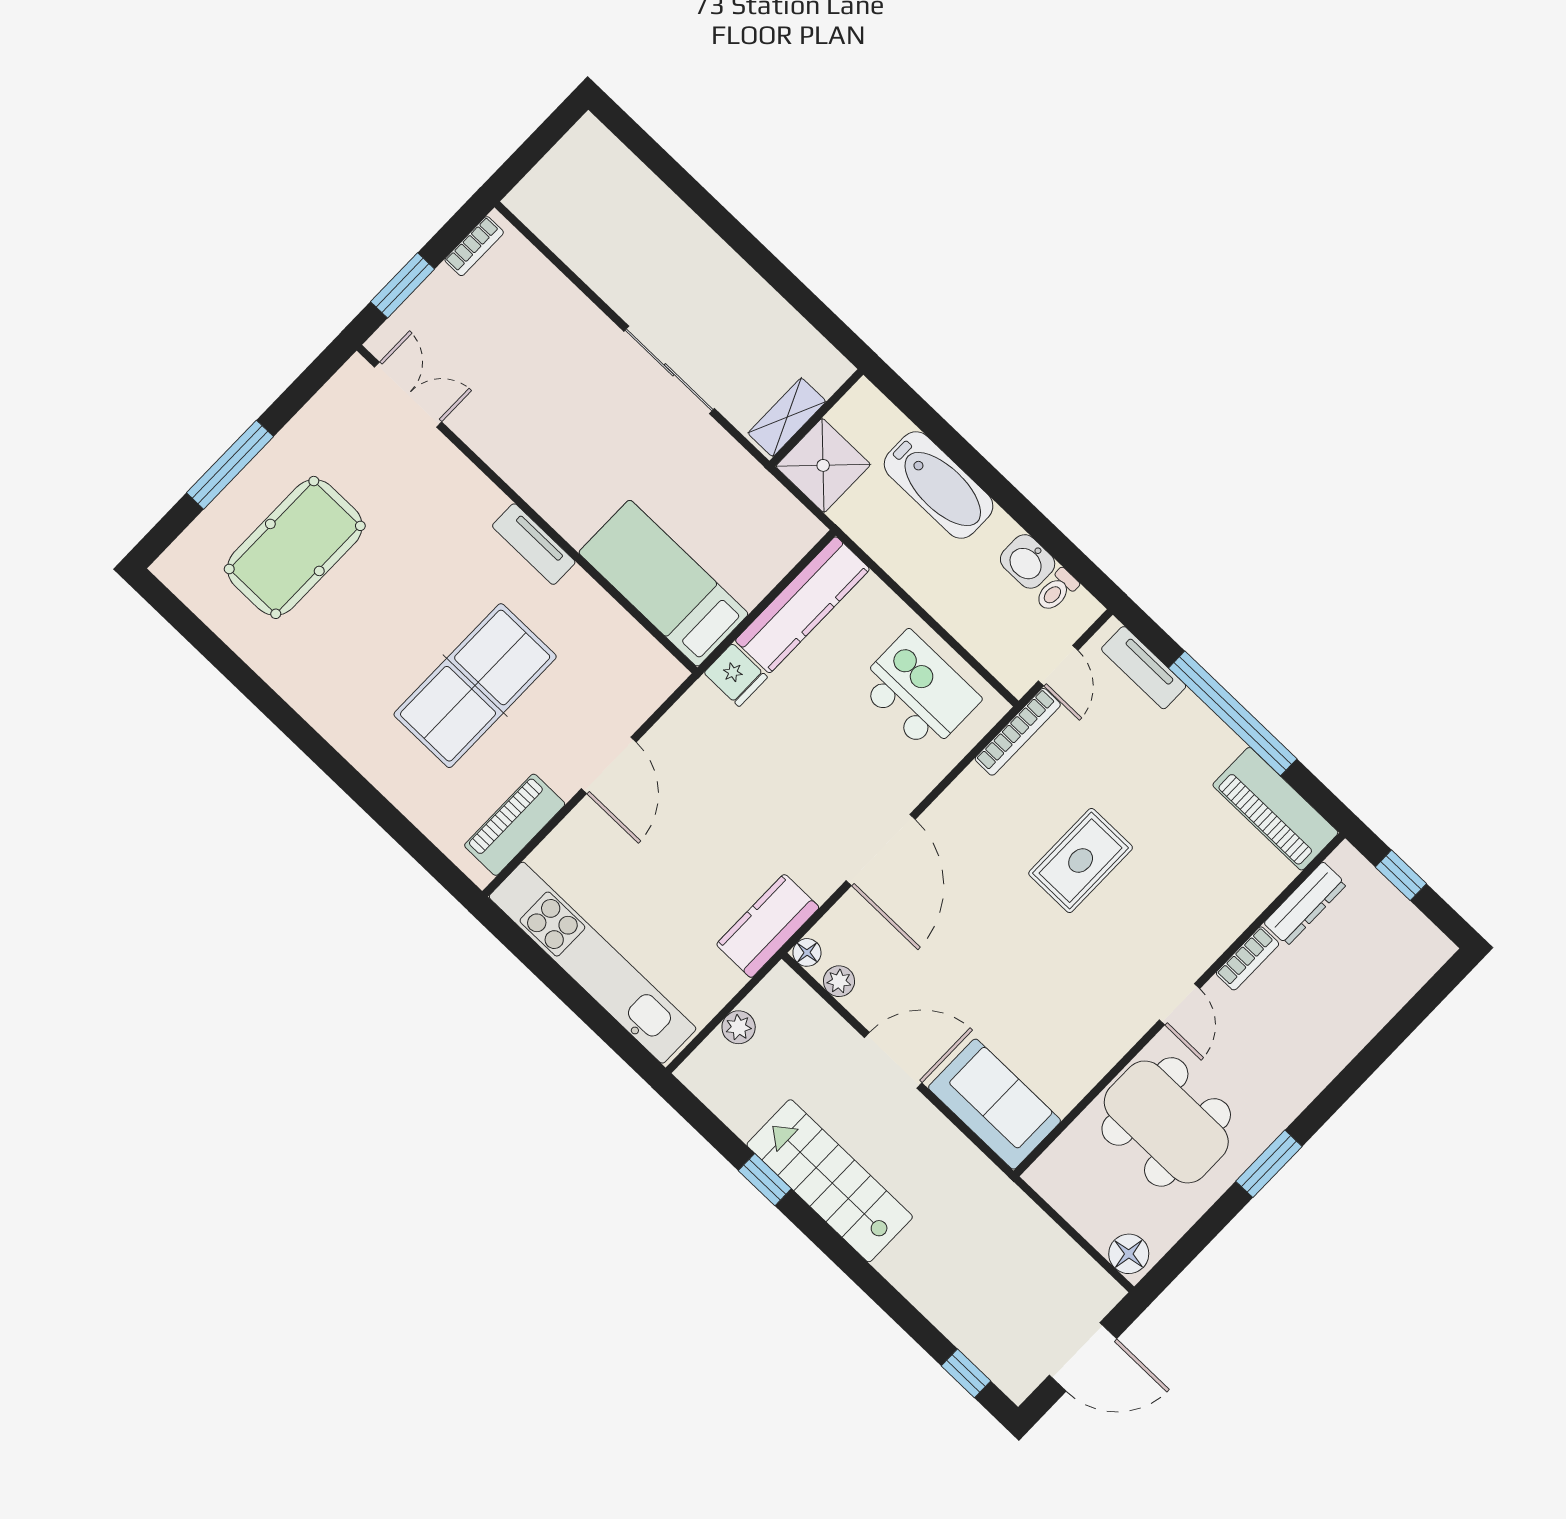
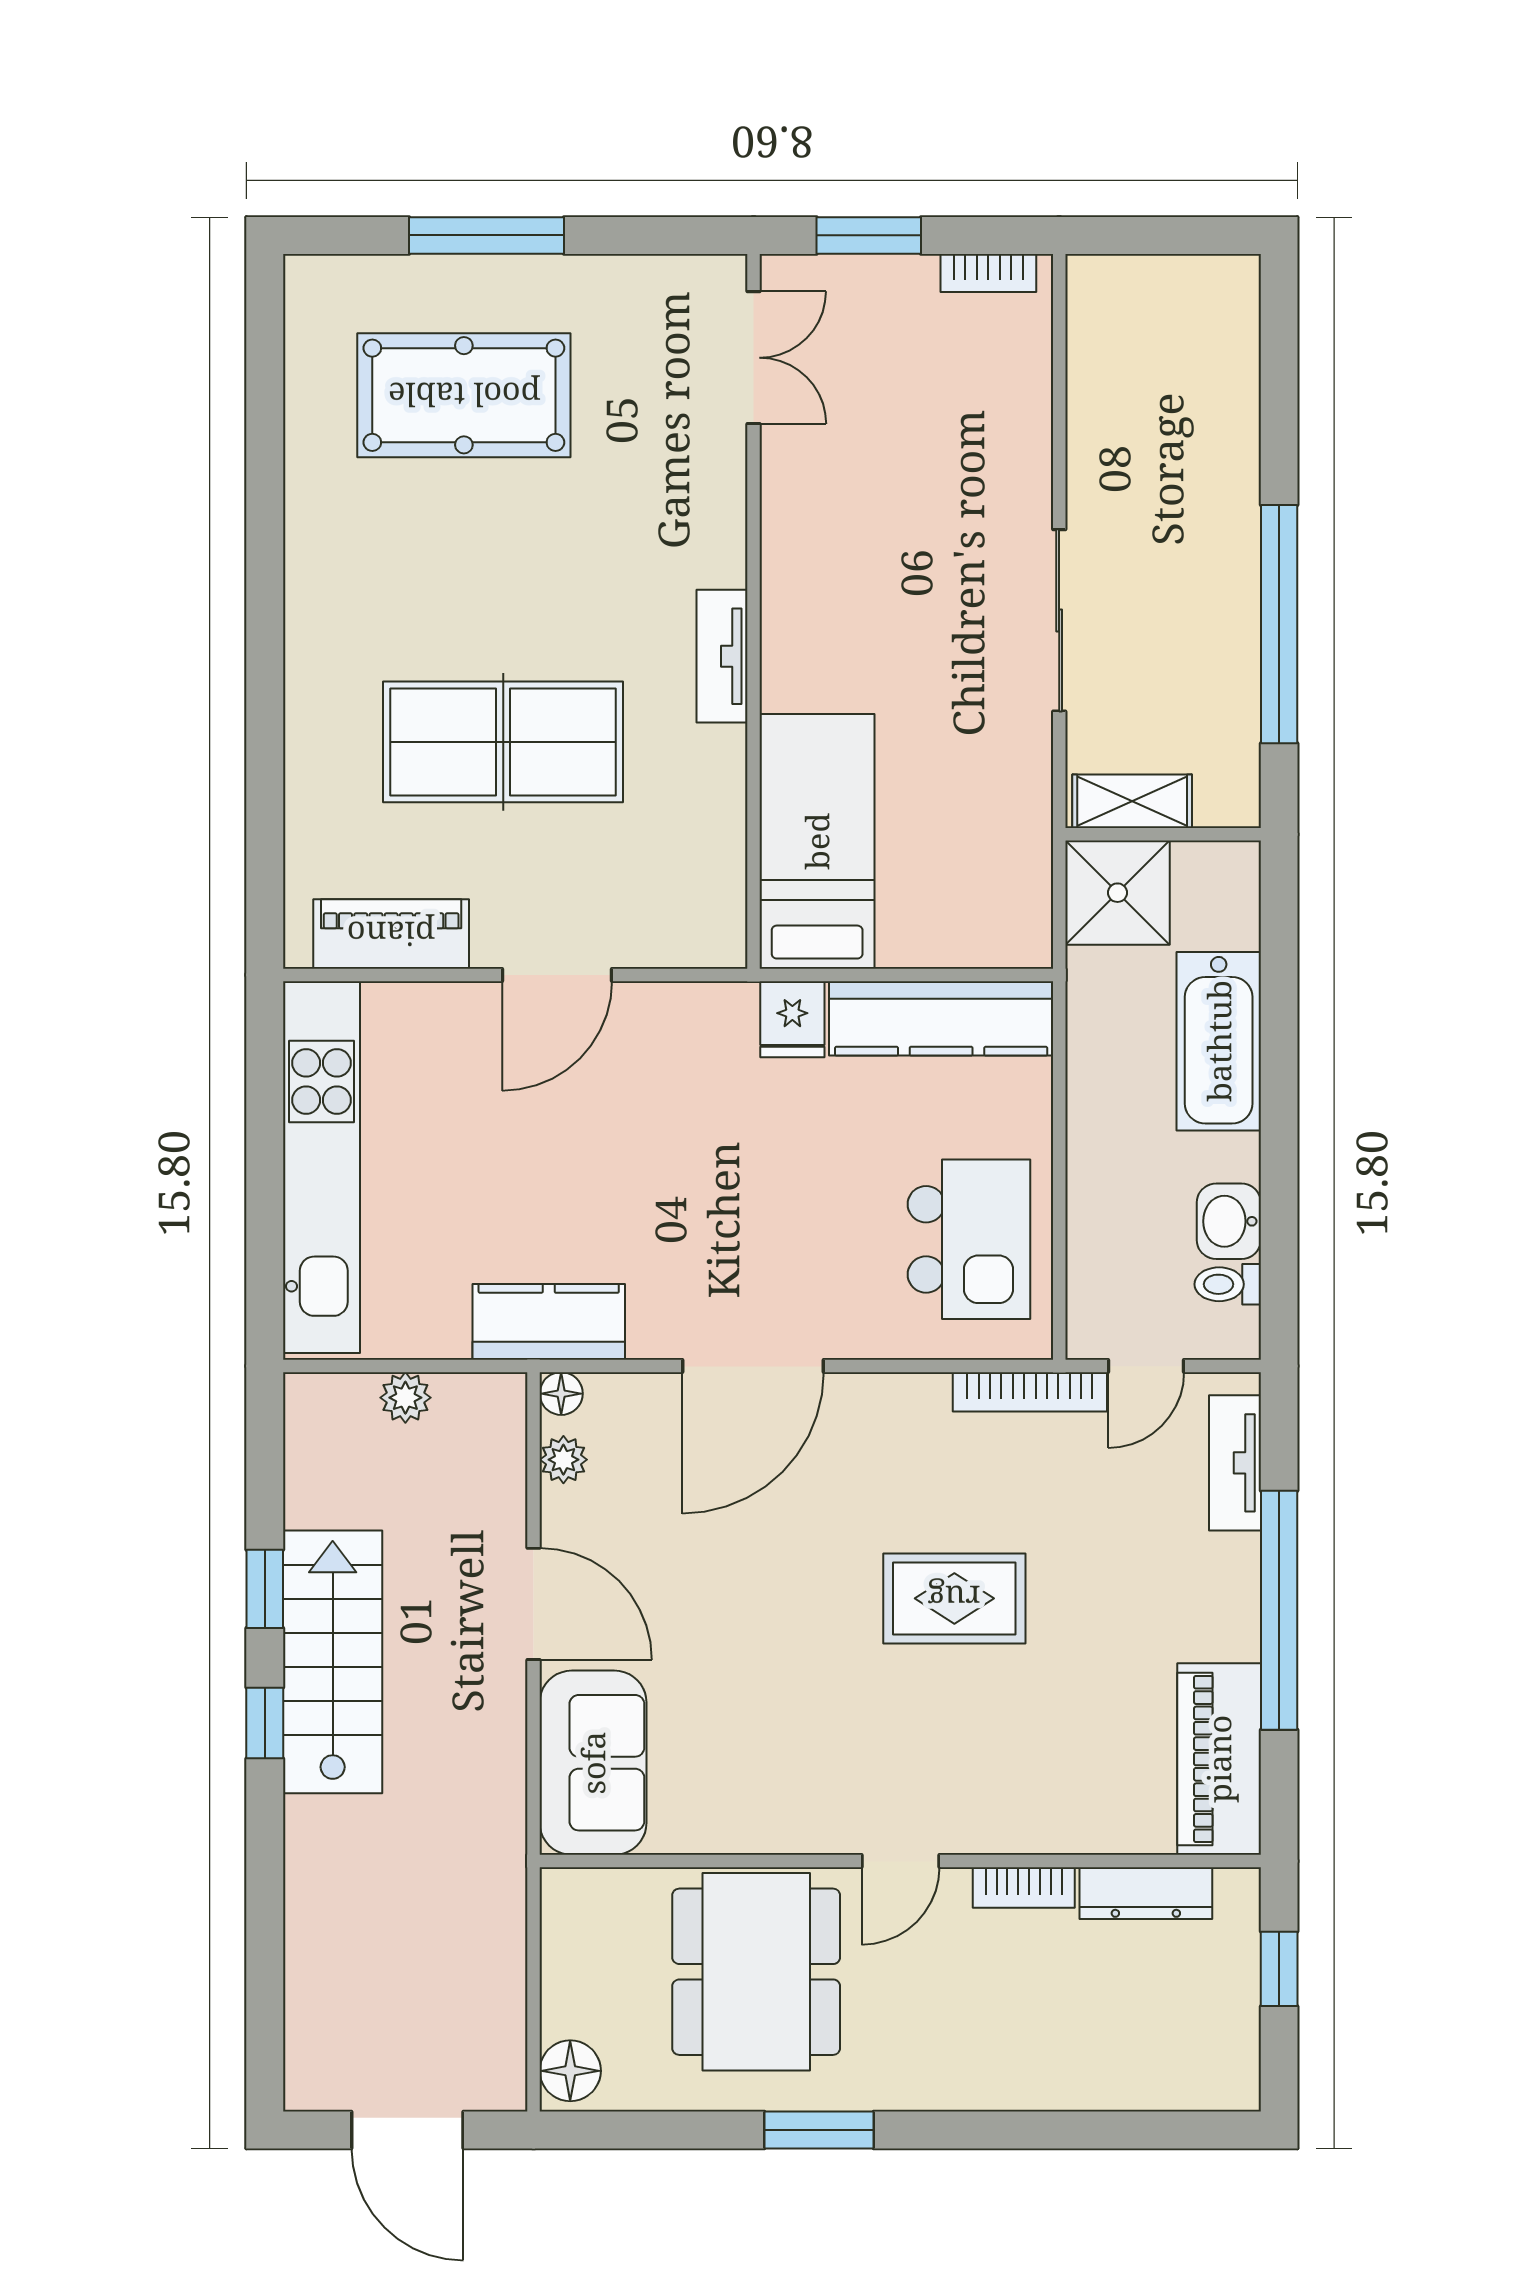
window: (770, 268) -> (1279, 624), added
window: (966, 1373) -> (265, 1723), moved

